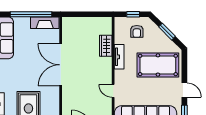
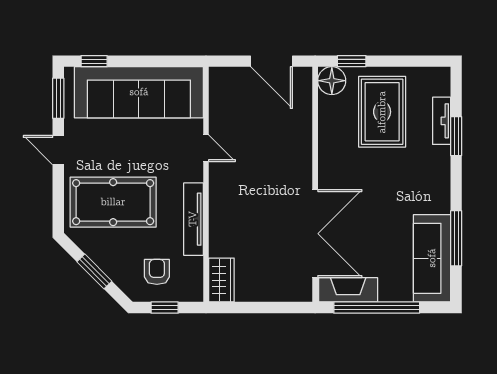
wardrobe: (106, 46) -> (221, 280), moved
tv unit: (119, 57) -> (193, 219), width x1.41
double door: (61, 65) -> (315, 234), moved

